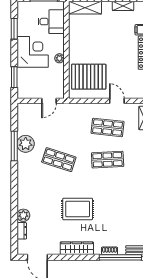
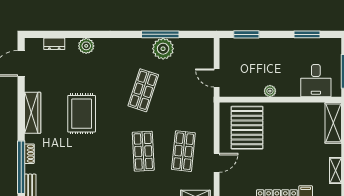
corner desk: (33, 52) -> (278, 57), removed
plant: (23, 215) -> (86, 46), moved

